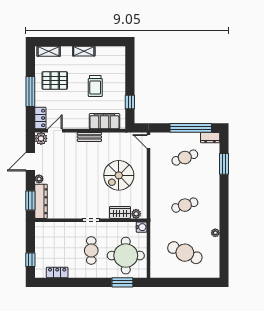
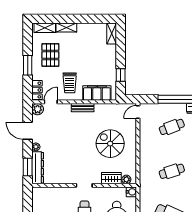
shelving: (84, 51) -> (66, 28), moved
shelving: (120, 57) -> (112, 34), added
pallet: (55, 80) -> (50, 55), turned 90
trolley: (95, 86) -> (70, 83), moved
window: (30, 92) -> (28, 65), width x0.69
door: (148, 141) -> (138, 112), hinge flipped
door: (30, 162) -> (28, 131), hinge flipped
spiral stairs: (119, 175) -> (110, 144), turned 90

